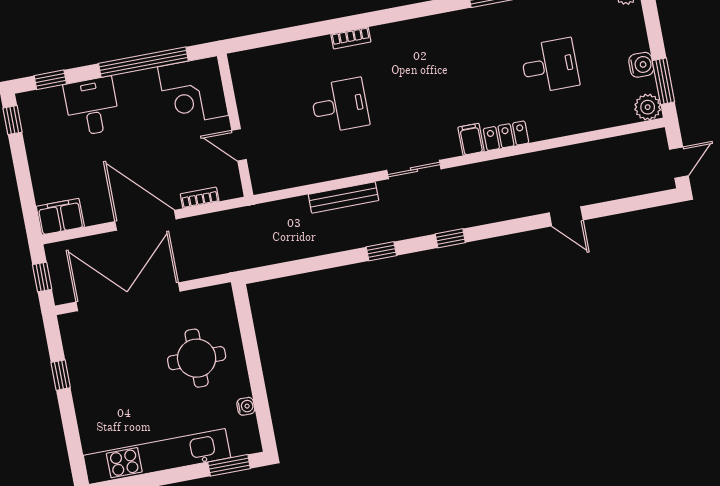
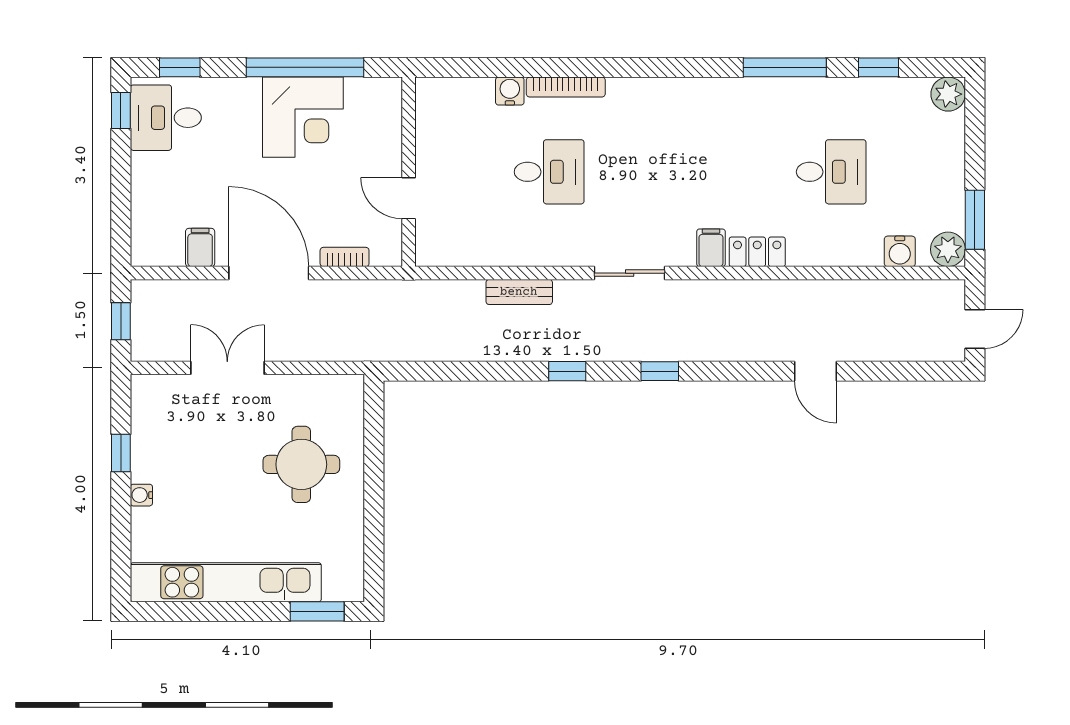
bookcase: (351, 38) -> (566, 87), width x1.56
water cooler: (299, 51) -> (510, 91), added
water cooler: (641, 65) -> (900, 251), moved, turned 90
corner desk: (193, 91) -> (303, 117), moved, turned -90
desk: (92, 107) -> (166, 118), moved, turned -90
bench: (343, 197) -> (519, 292), width x0.73
filing cabinet: (60, 217) -> (200, 247), moved, width x0.50
double door: (128, 297) -> (227, 368), width x0.54
water cooler: (246, 406) -> (141, 495), moved, turned 180

